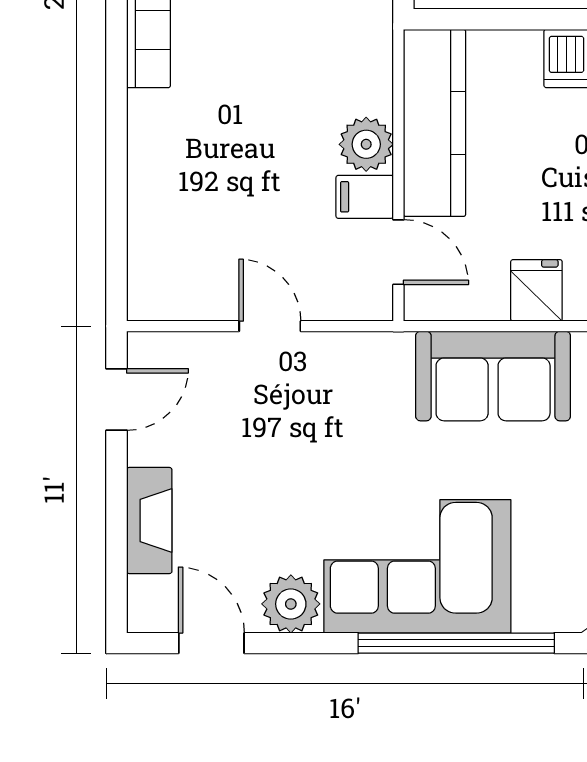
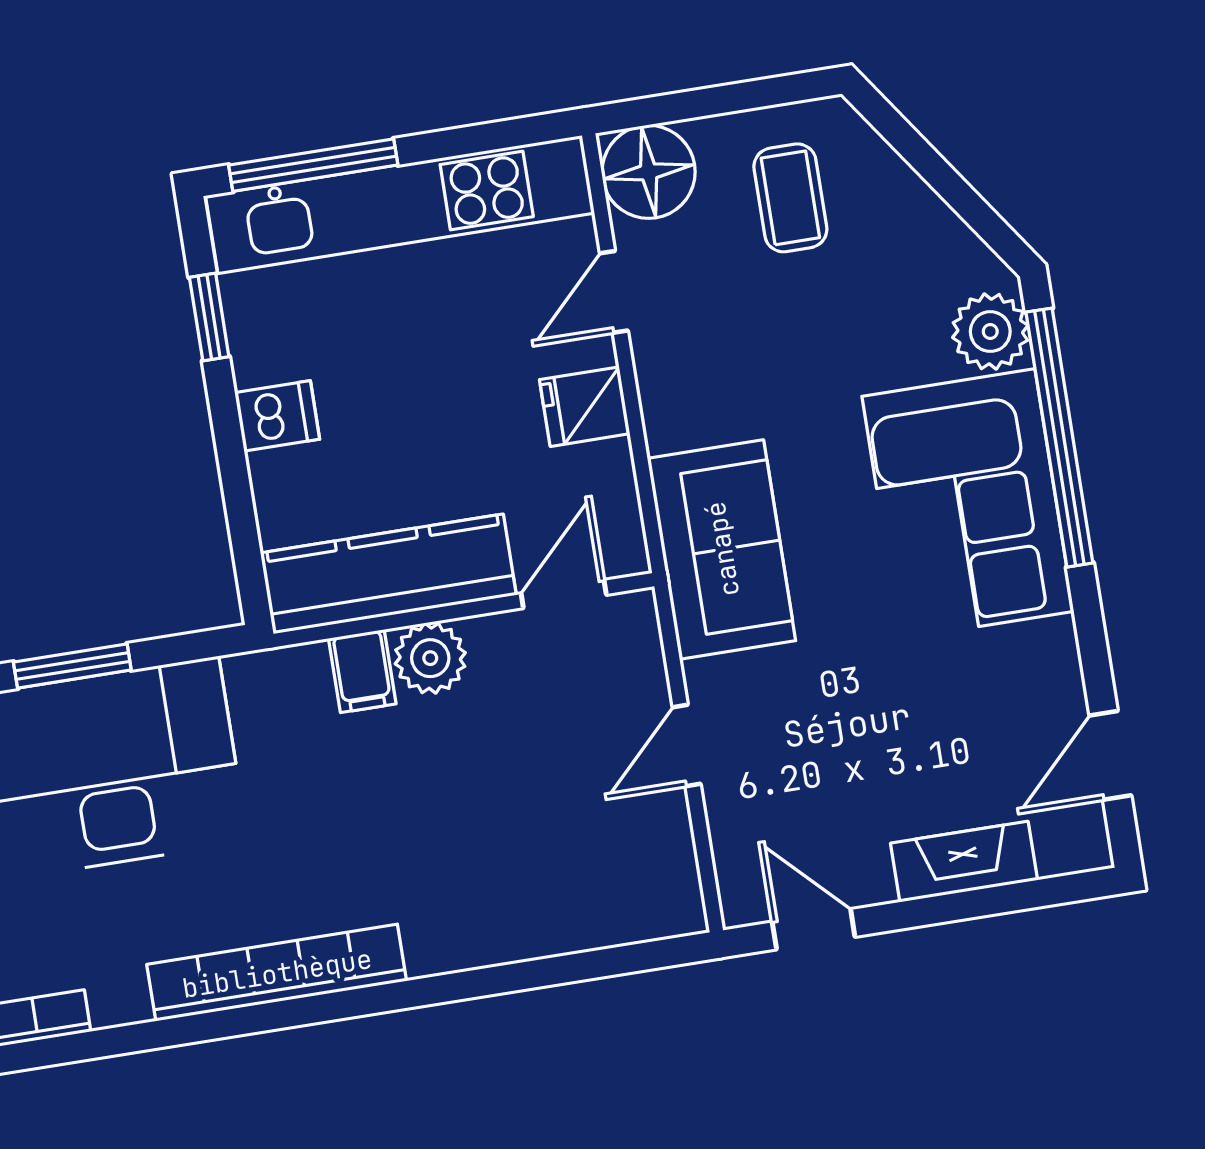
filing cabinet: (365, 197) -> (362, 671), moved
sofa: (493, 376) -> (722, 549), moved
plant: (291, 604) -> (990, 332), moved

